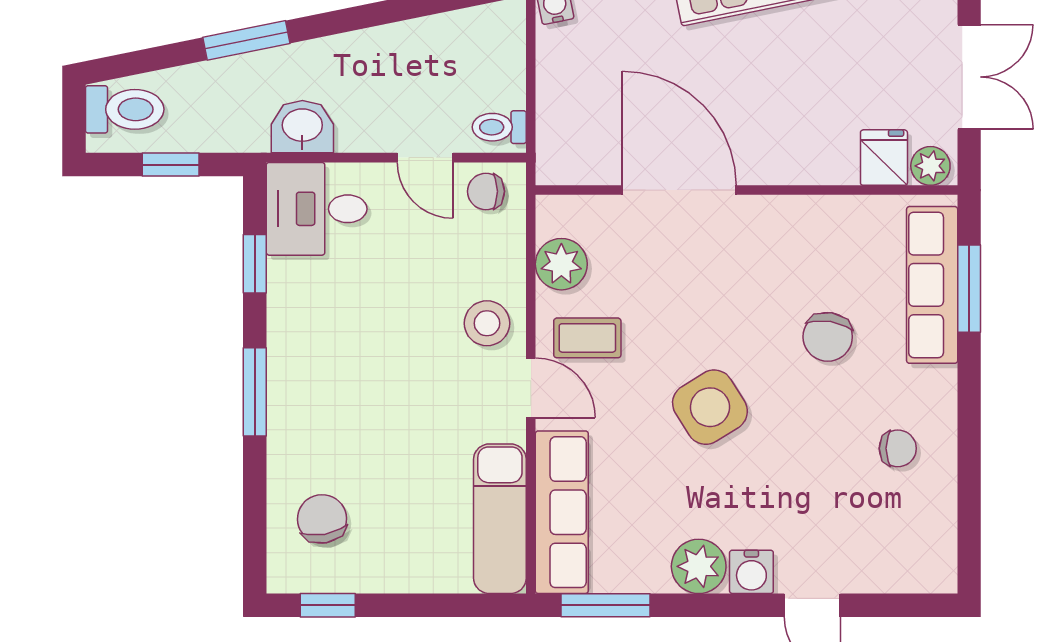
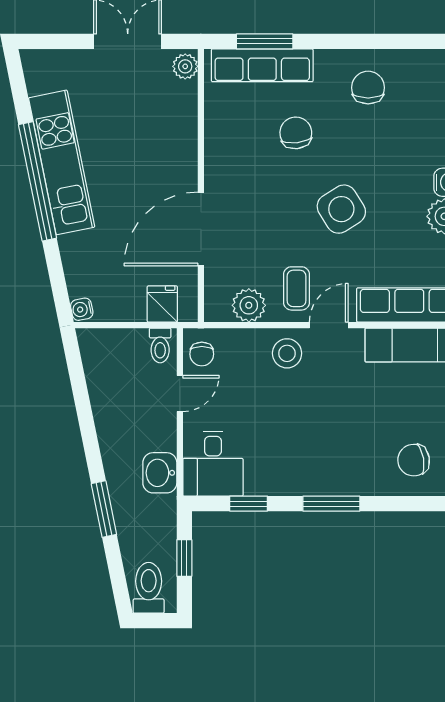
fridge: (884, 158) -> (162, 304), moved, turned 90
chair: (828, 337) -> (296, 133), turned -105
chair: (898, 448) -> (368, 88), width x1.37, depth x1.37

